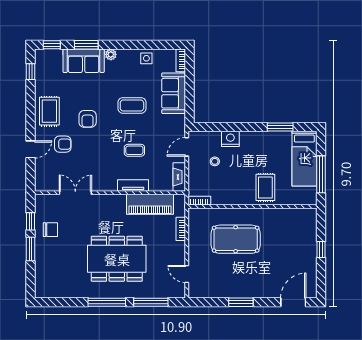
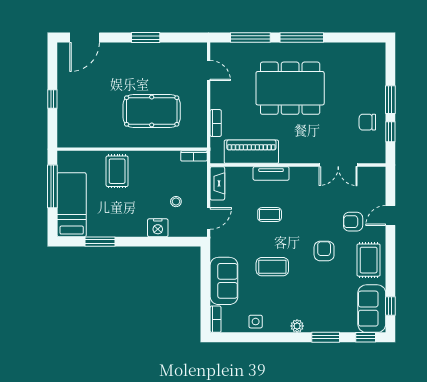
sofa: (84, 61) -> (372, 309), moved, turned -90

